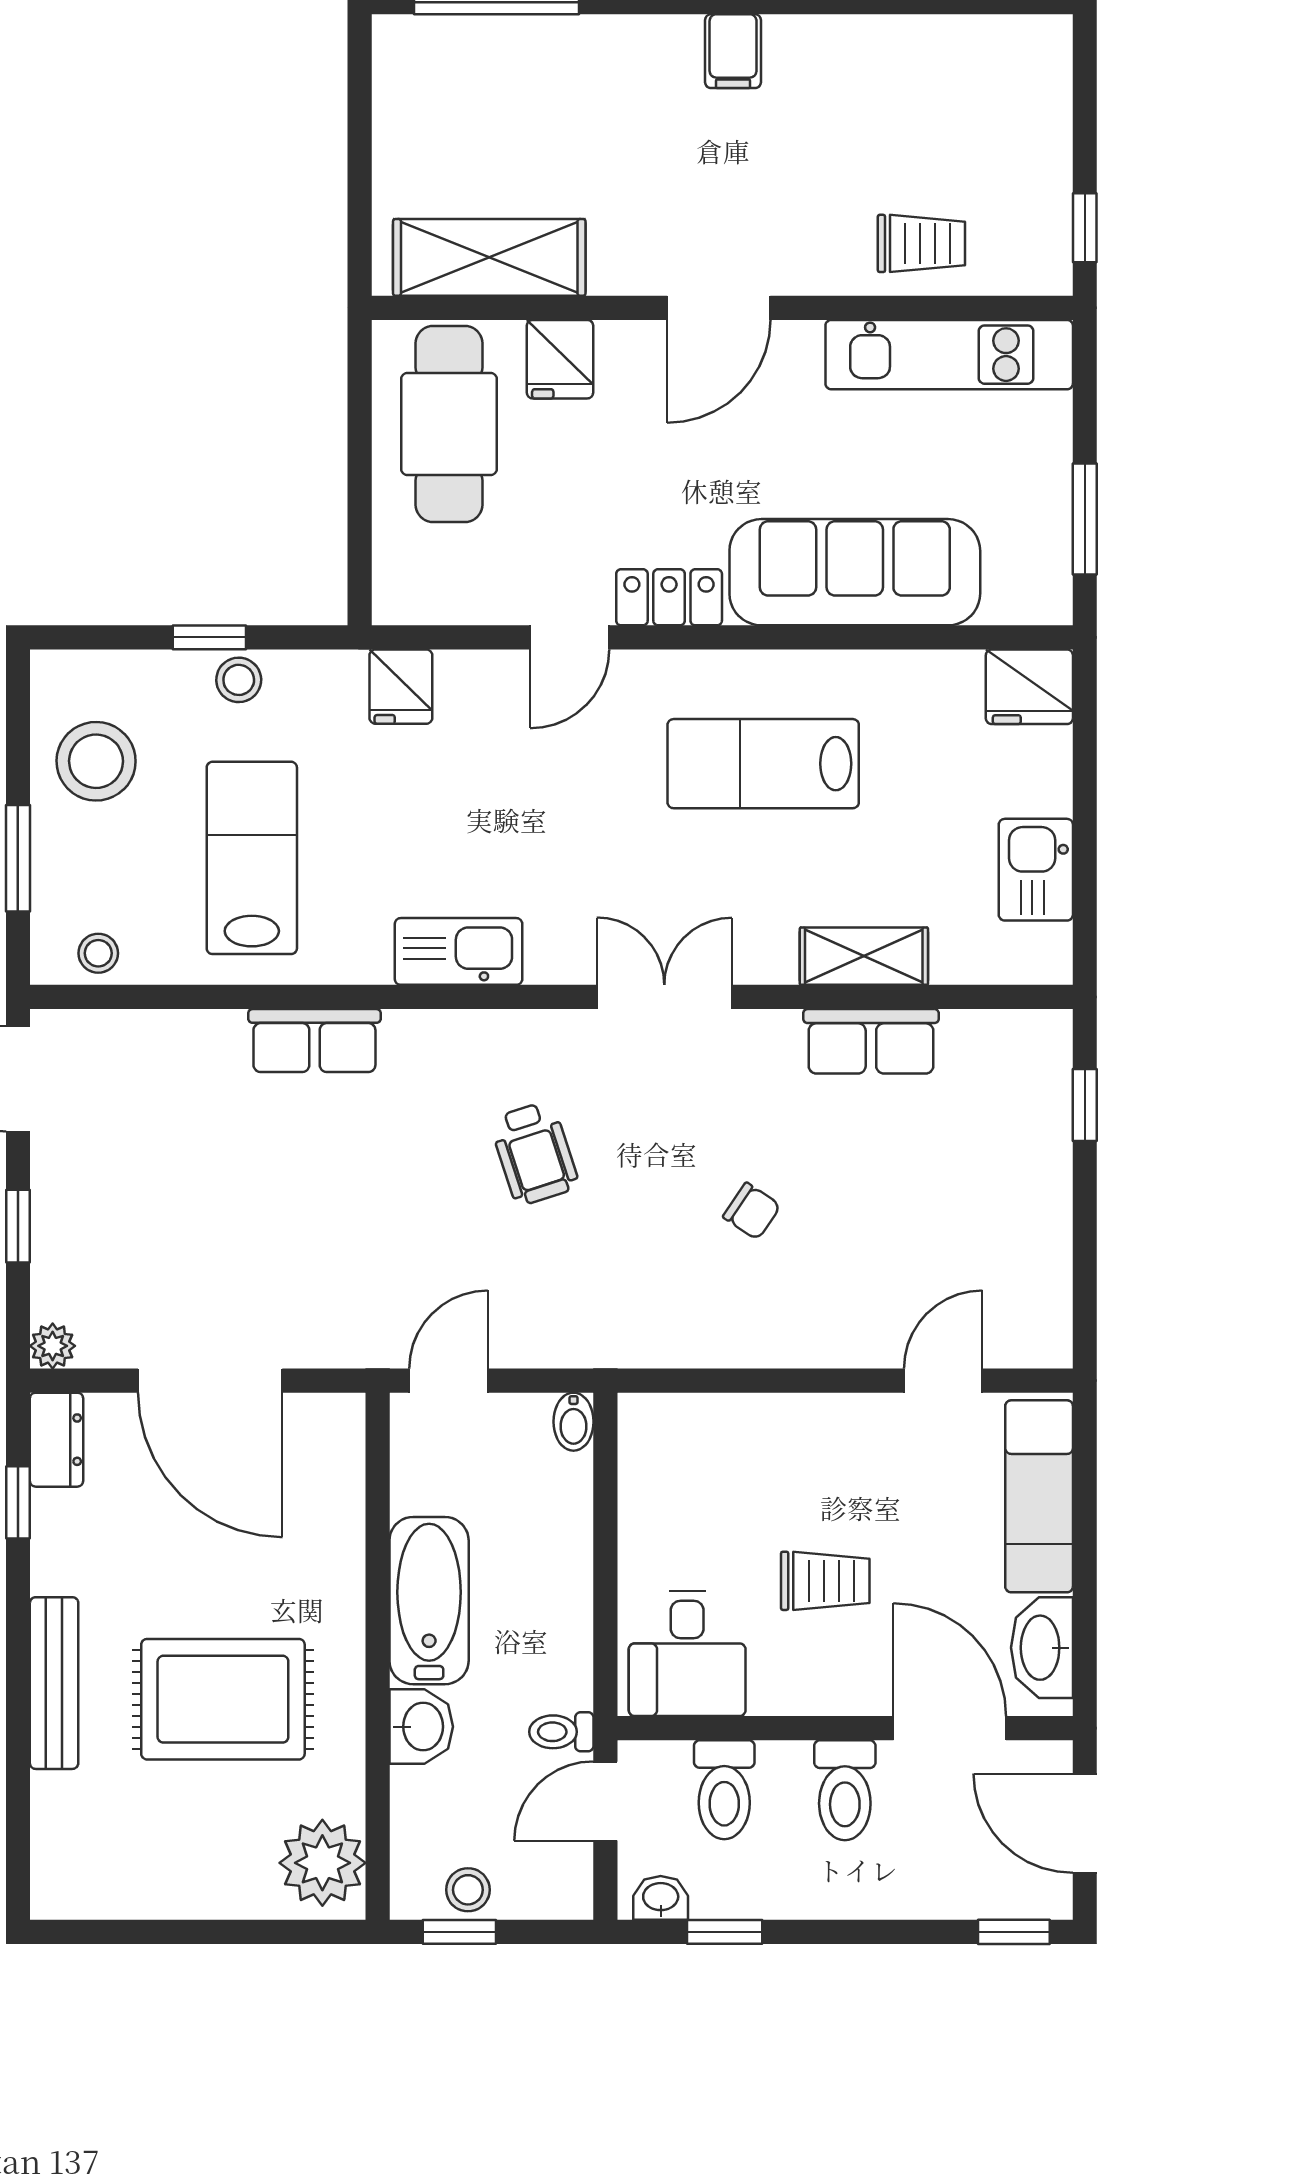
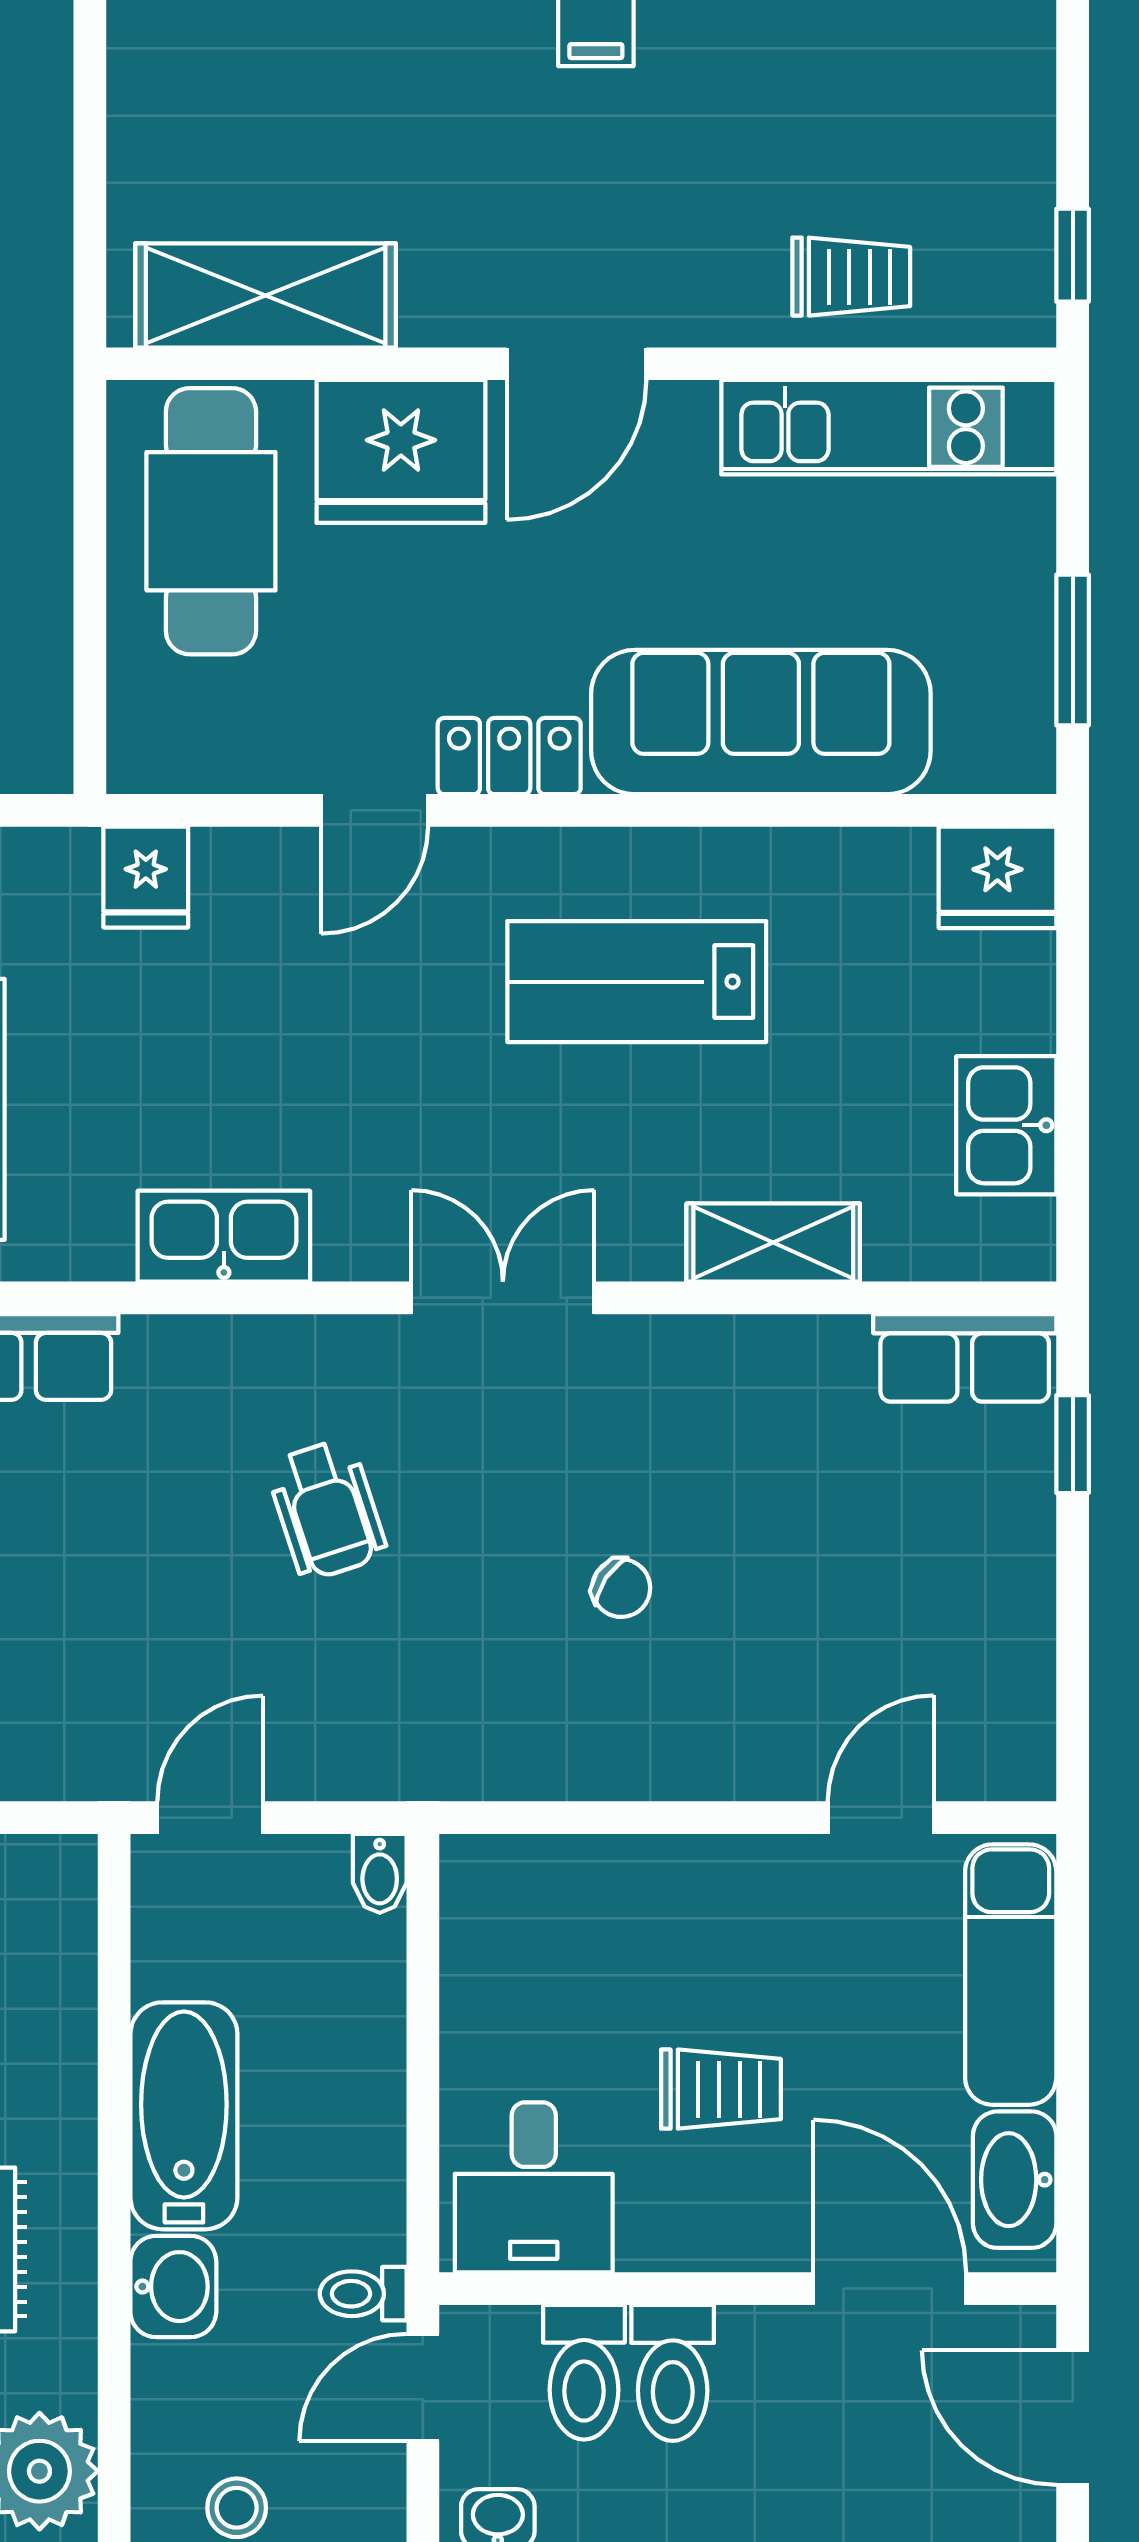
fridge: (560, 359) -> (401, 451), width x1.88, depth x1.34
row of seats: (871, 1041) -> (965, 1358), moved
toilet: (845, 1790) -> (673, 2373), moved

